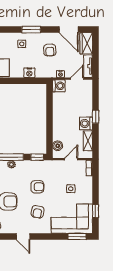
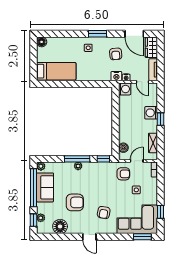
nightstand: (29, 73) -> (116, 76), moved
door: (77, 79) -> (142, 82), swing flipped
washing machine: (86, 123) -> (151, 113), moved
armchair: (37, 187) -> (123, 174), moved

